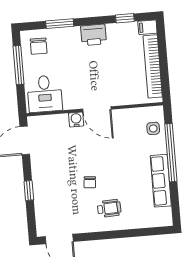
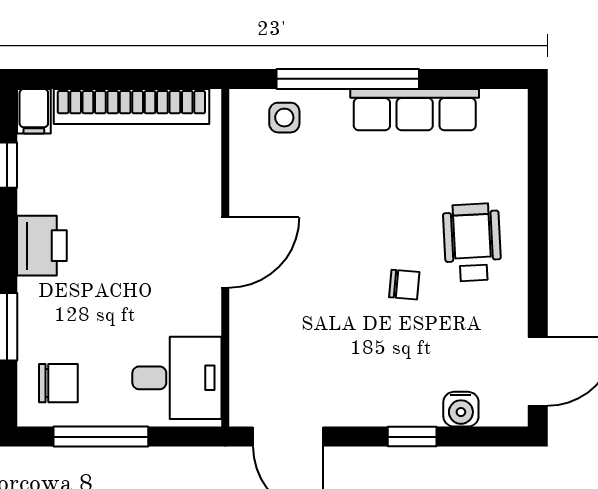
water cooler: (76, 119) -> (461, 409), moved, turned -90
wheelchair: (109, 208) -> (472, 242), width x1.36, depth x1.37

